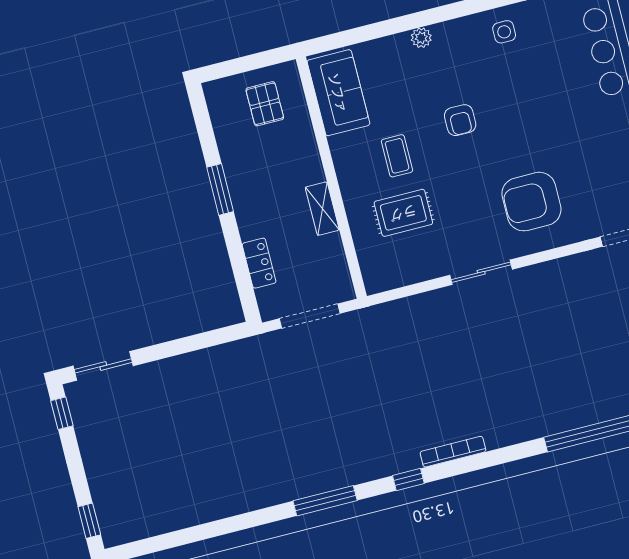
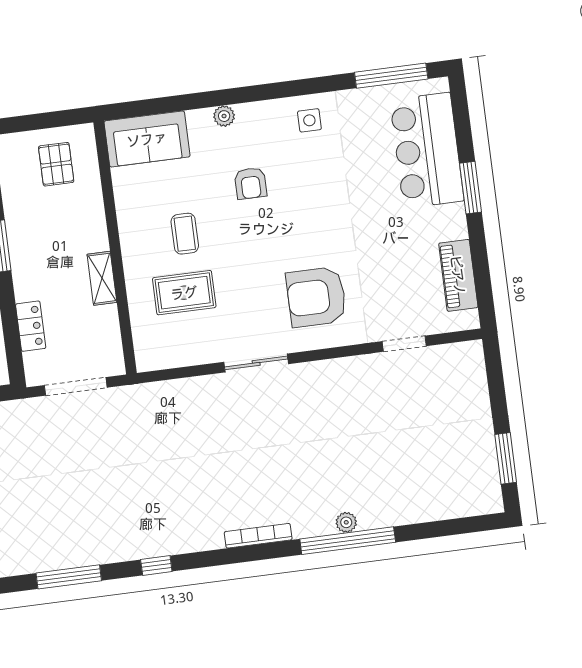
sofa: (338, 93) -> (147, 139), moved, turned 90
armchair: (460, 120) -> (251, 183), moved
plant: (587, 416) -> (346, 522), added
bookcase: (453, 452) -> (258, 536), moved

